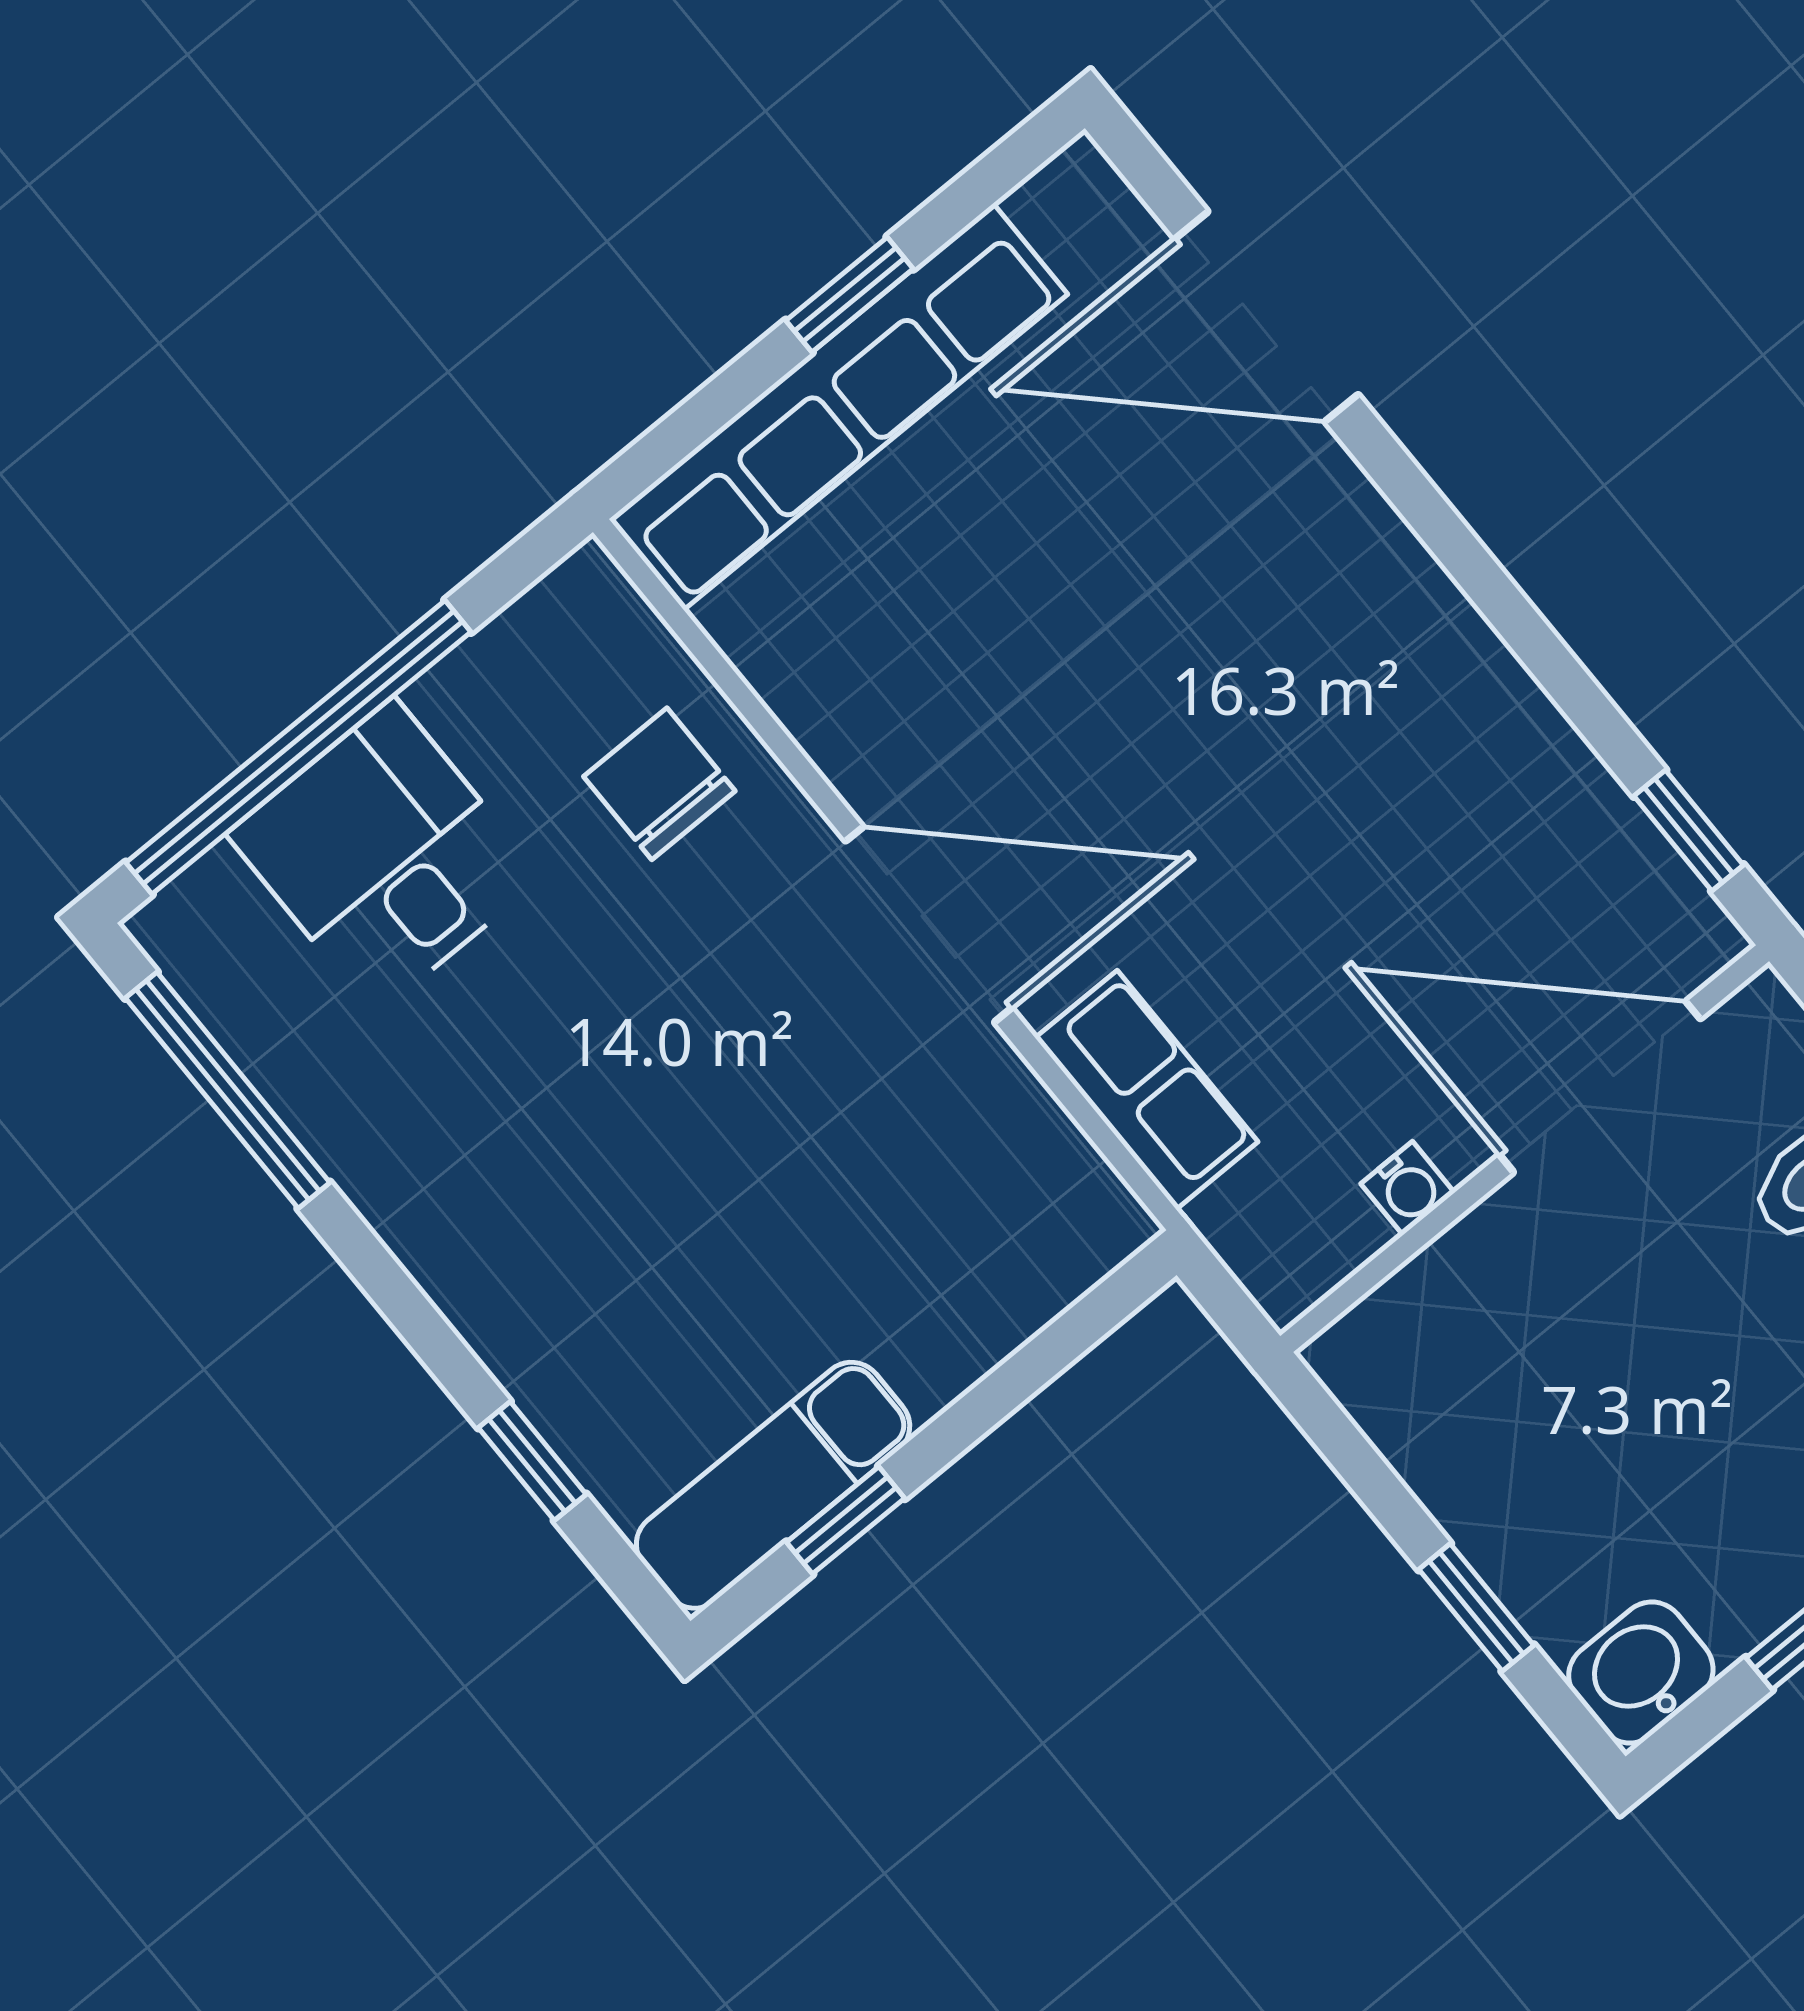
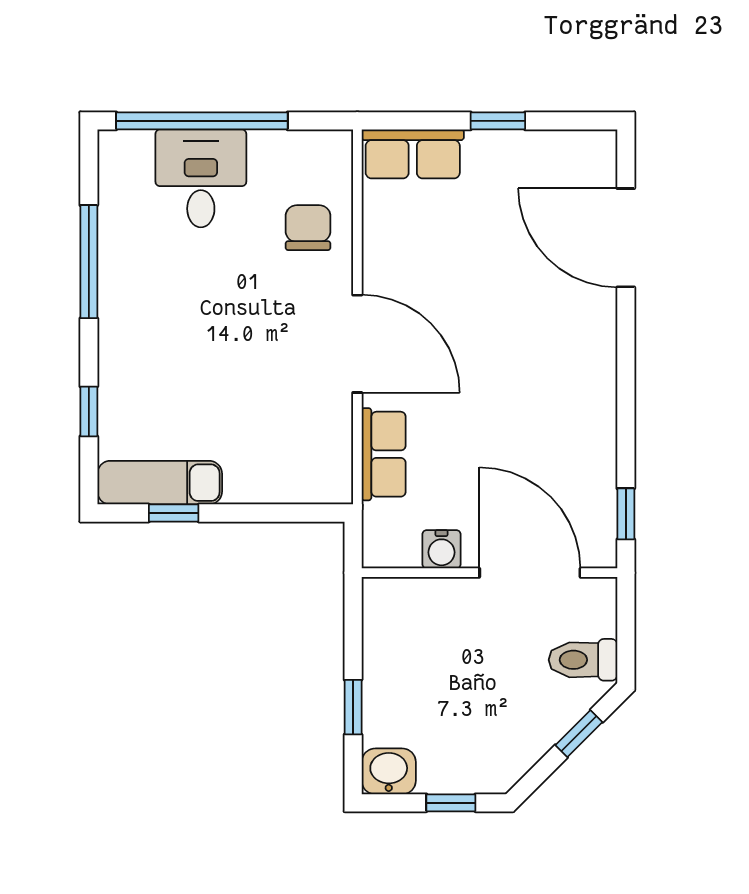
row of seats: (838, 407) -> (413, 154), width x0.50
window: (228, 1090) -> (89, 262), moved
water cooler: (1408, 1188) -> (442, 549), width x1.38, depth x1.38

